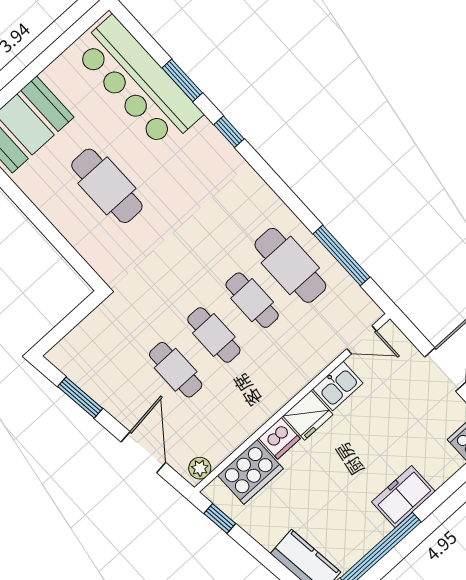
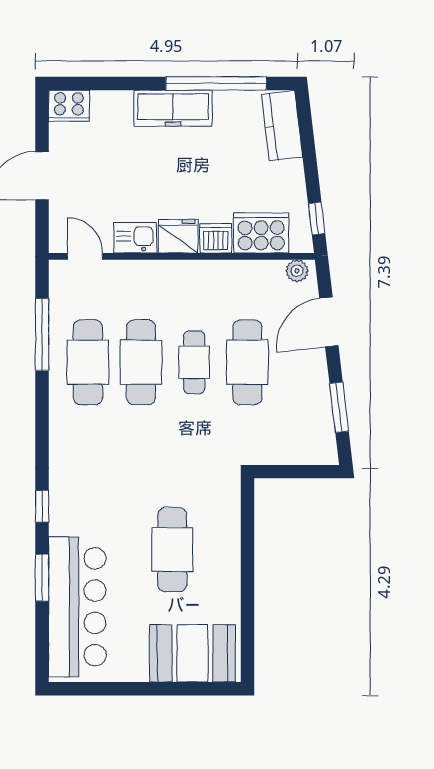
cafe table: (252, 300) -> (141, 362), width x1.37, depth x1.35
cafe table: (176, 370) -> (247, 362), width x1.37, depth x1.35
freezer: (403, 497) -> (173, 108), width x1.40

